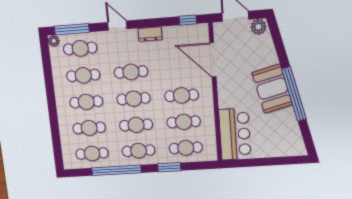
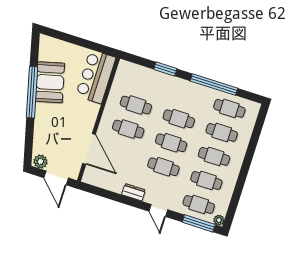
window: (188, 20) -> (97, 191), removed
booth: (272, 89) -> (50, 82), moved
cafe table: (186, 148) -> (144, 81), removed
cafe table: (139, 151) -> (186, 95), removed

